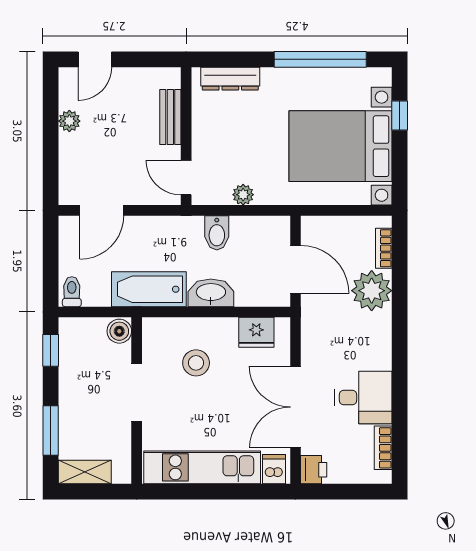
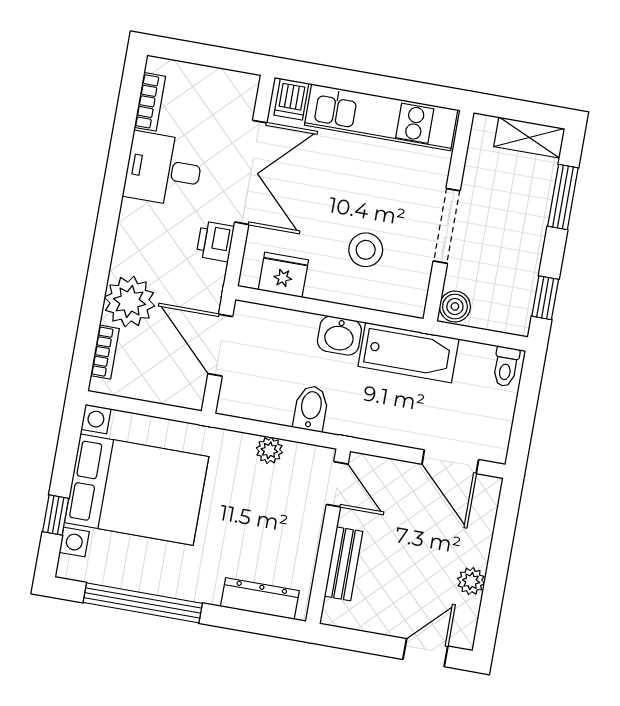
door: (102, 210) -> (450, 462), swing flipped
washbasin: (211, 293) -> (339, 336), width x0.72
printer: (314, 470) -> (215, 241), moved

